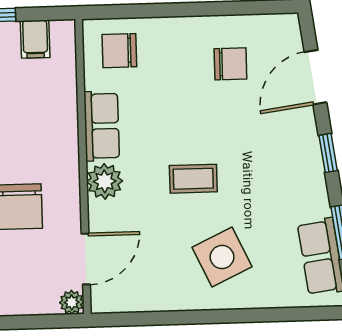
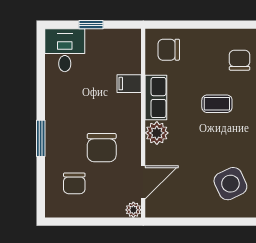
filing cabinet: (35, 39) -> (129, 84), moved, turned 90
chair: (230, 64) -> (240, 60), turned -90
coffee table: (193, 179) -> (217, 104), moved

